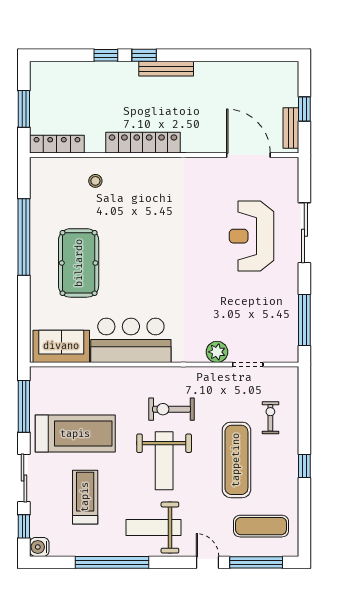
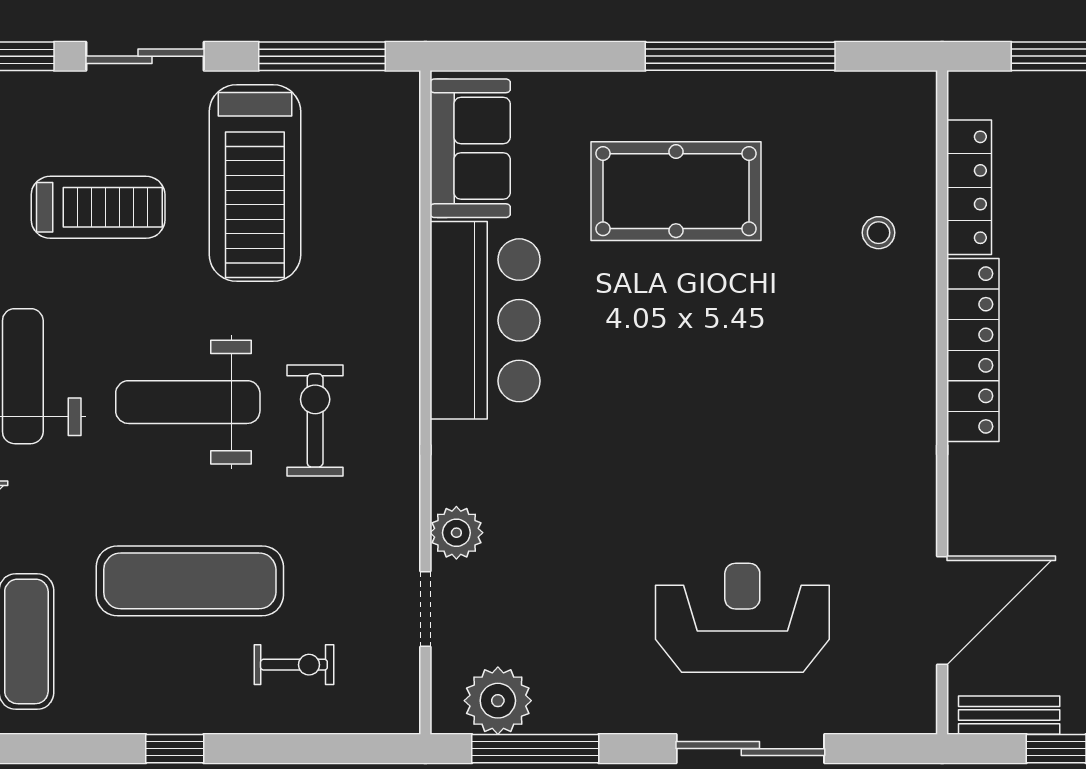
locker: (57, 144) -> (969, 187), moved
plant: (285, 335) -> (498, 701), added

